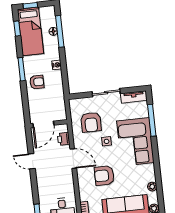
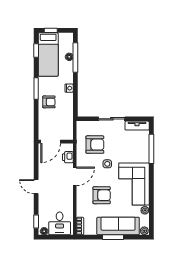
armchair: (91, 122) -> (95, 145), turned -90
corner sofa: (135, 142) -> (134, 184), moved
door: (73, 159) -> (75, 176), hinge flipped
door: (32, 161) -> (36, 187), moved
armchair: (104, 176) -> (102, 195), turned 180

